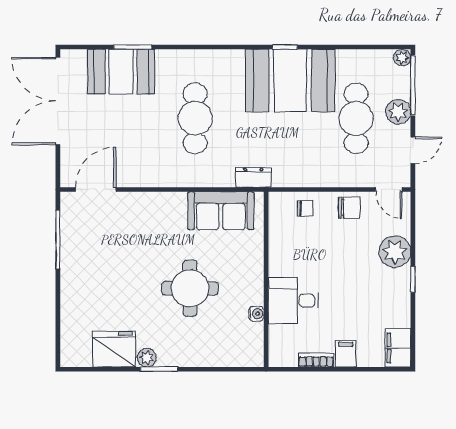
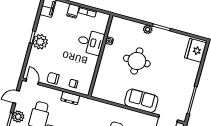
dresser: (253, 177) -> (70, 98), moved
sofa: (221, 211) -> (141, 101), moved
plant: (395, 252) -> (40, 42), moved
fridge: (114, 349) -> (195, 50), moved, turned 90
plant: (147, 358) -> (148, 29), moved

